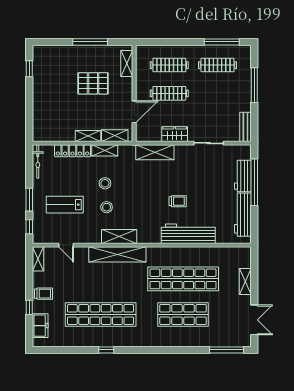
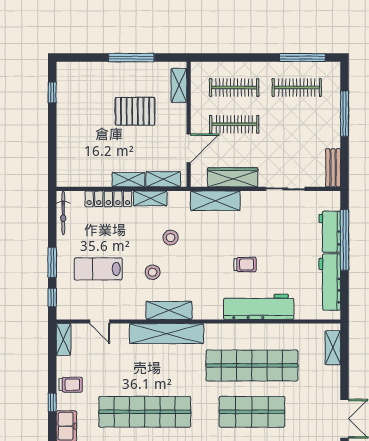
wardrobe: (175, 134) -> (233, 177), width x1.50
stool: (105, 183) -> (171, 238), moved
shelving: (245, 282) -> (333, 348), moved

